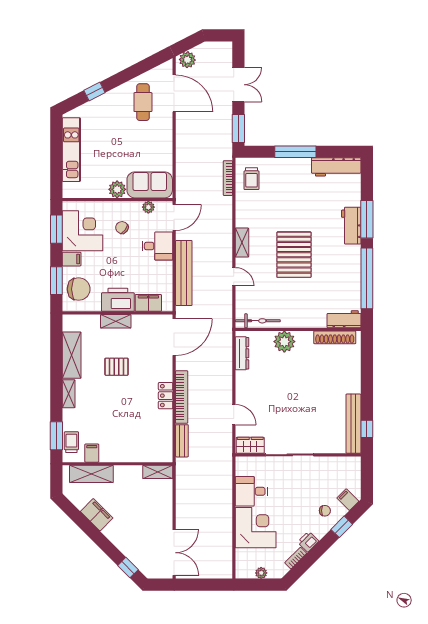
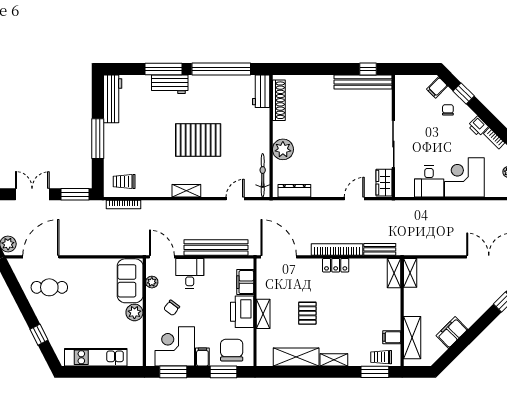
trolley: (251, 179) -> (124, 181), turned 180
door: (234, 277) -> (235, 199), moved
shelving: (158, 455) -> (394, 273), added

